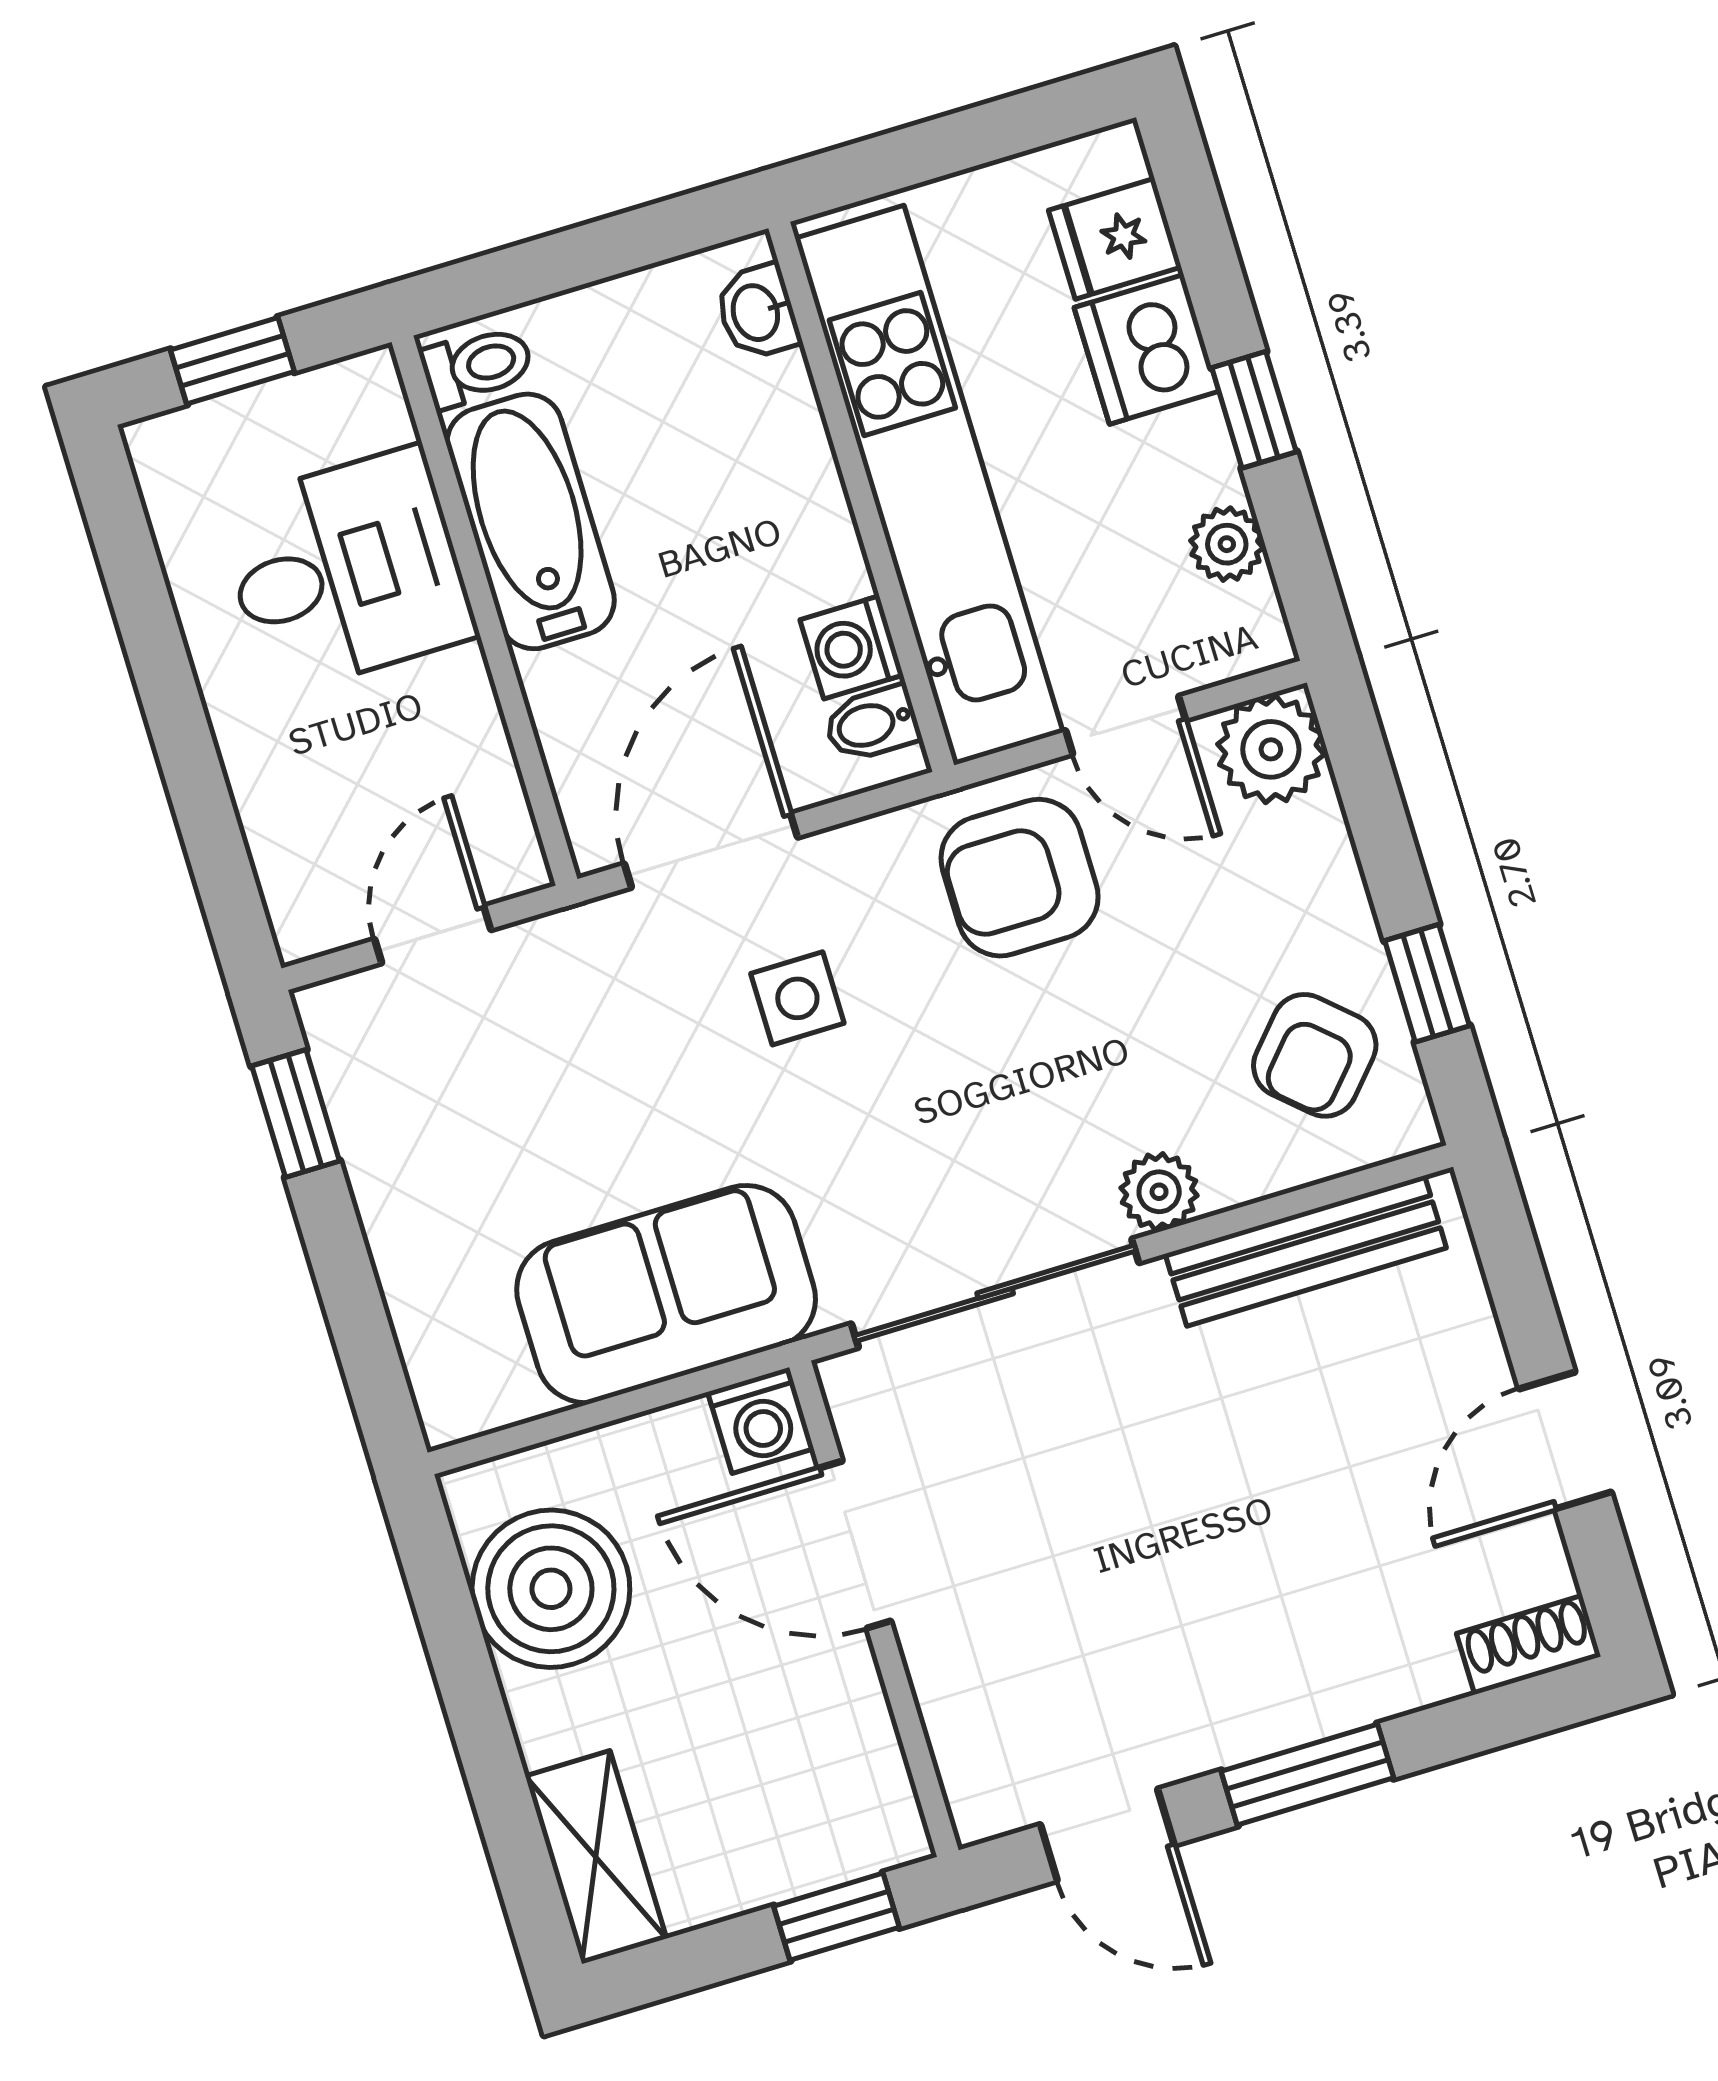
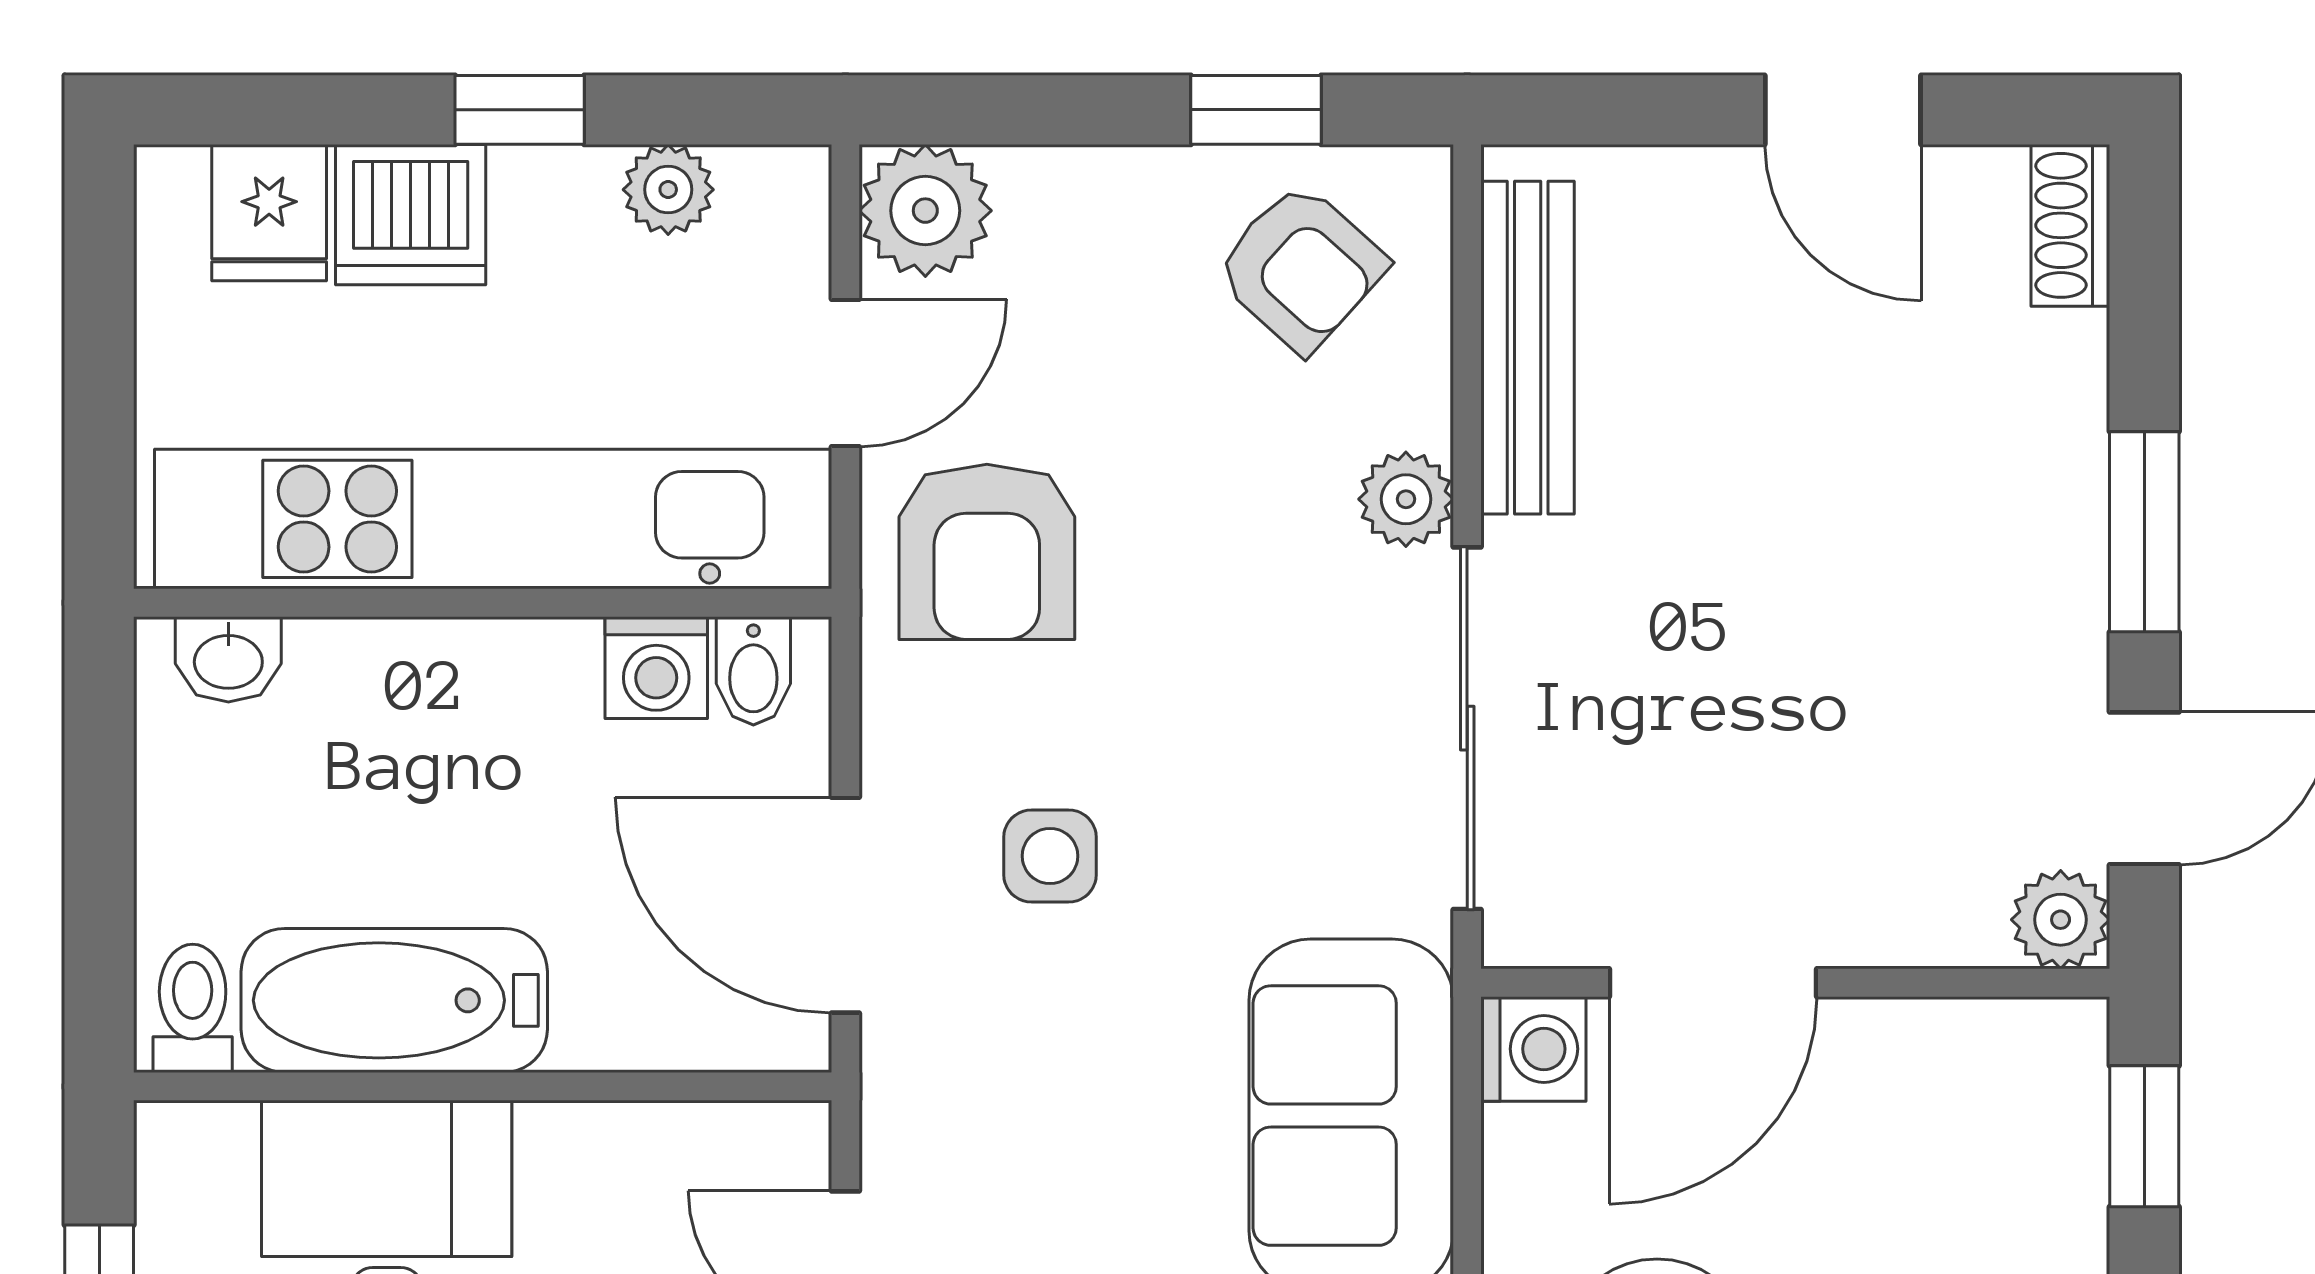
plant: (985, 1801) -> (2061, 920), added

